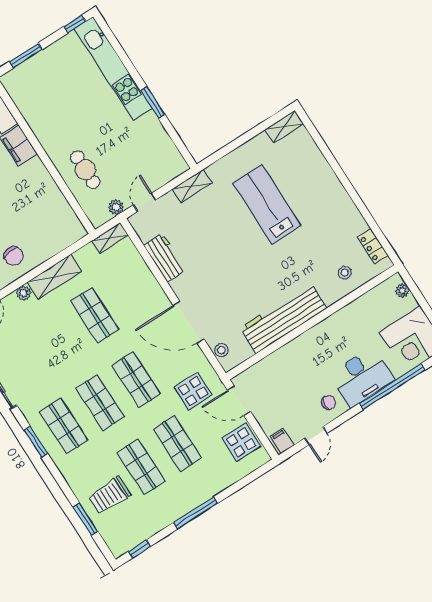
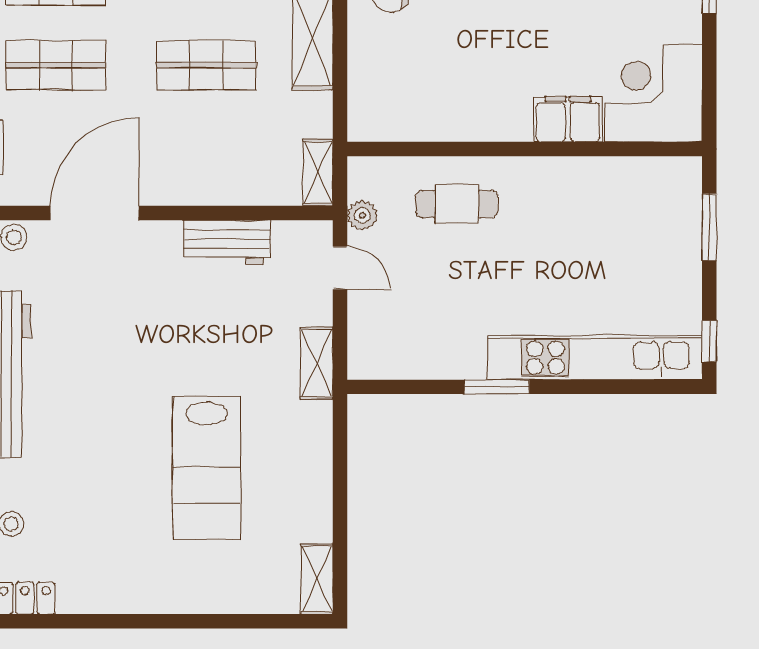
lab bench: (267, 204) -> (207, 468), turned 90

